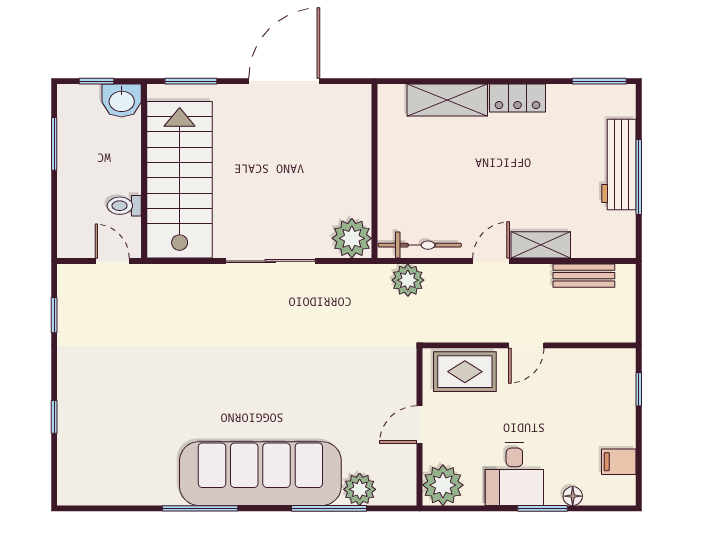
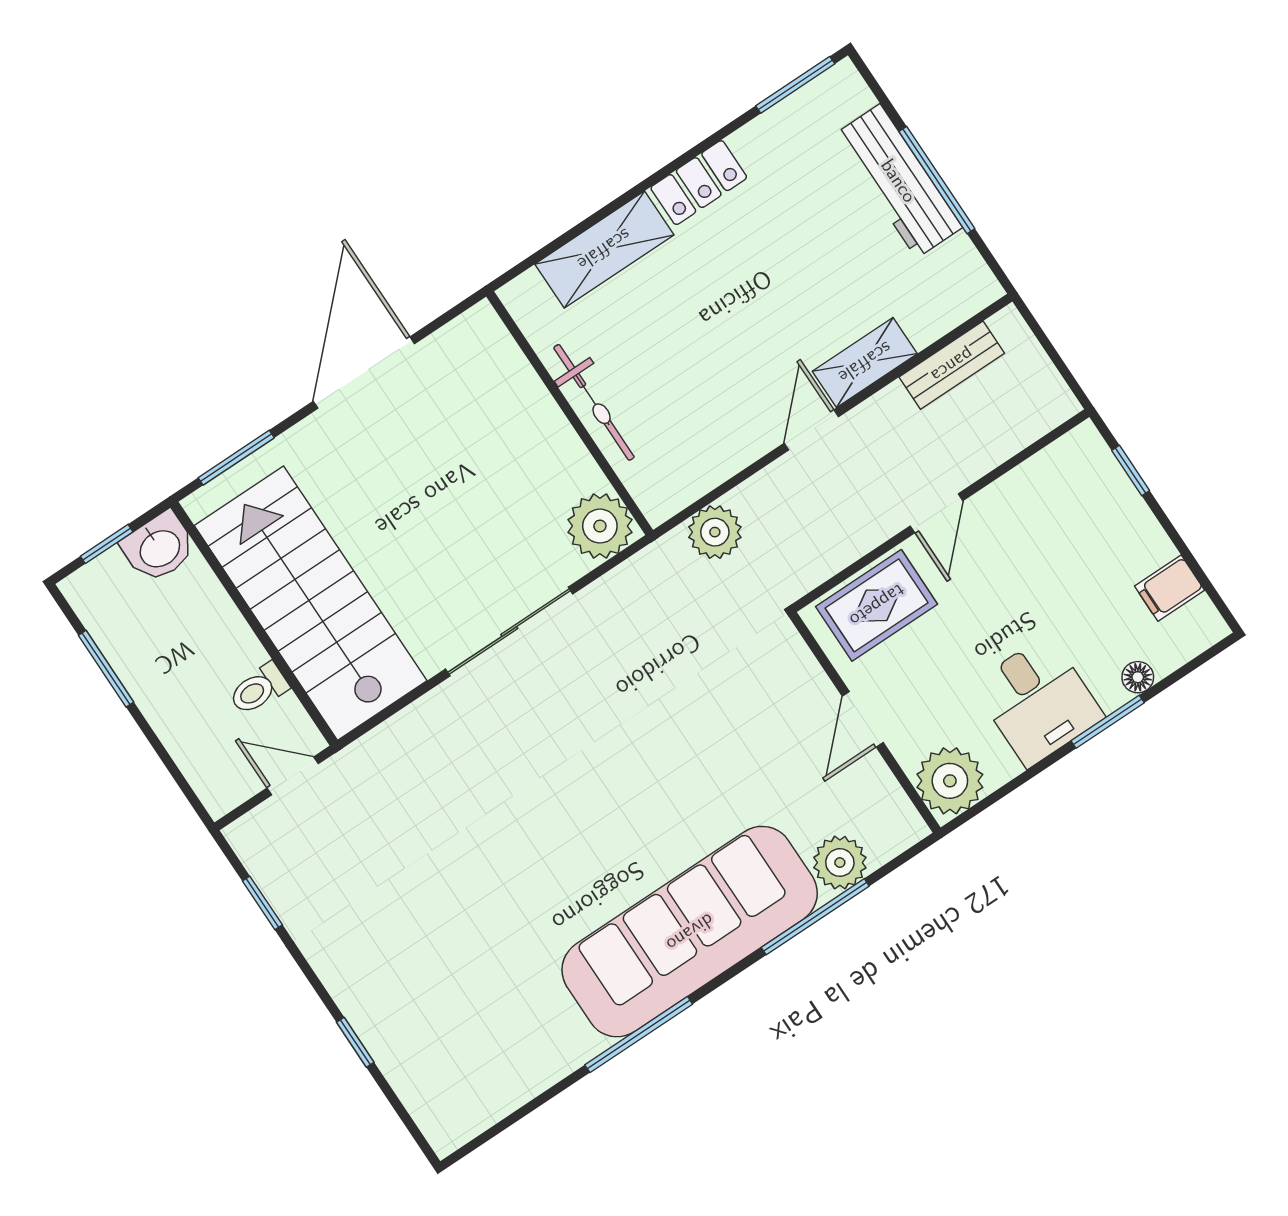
bicycle: (420, 245) -> (594, 402), moved, turned 90

